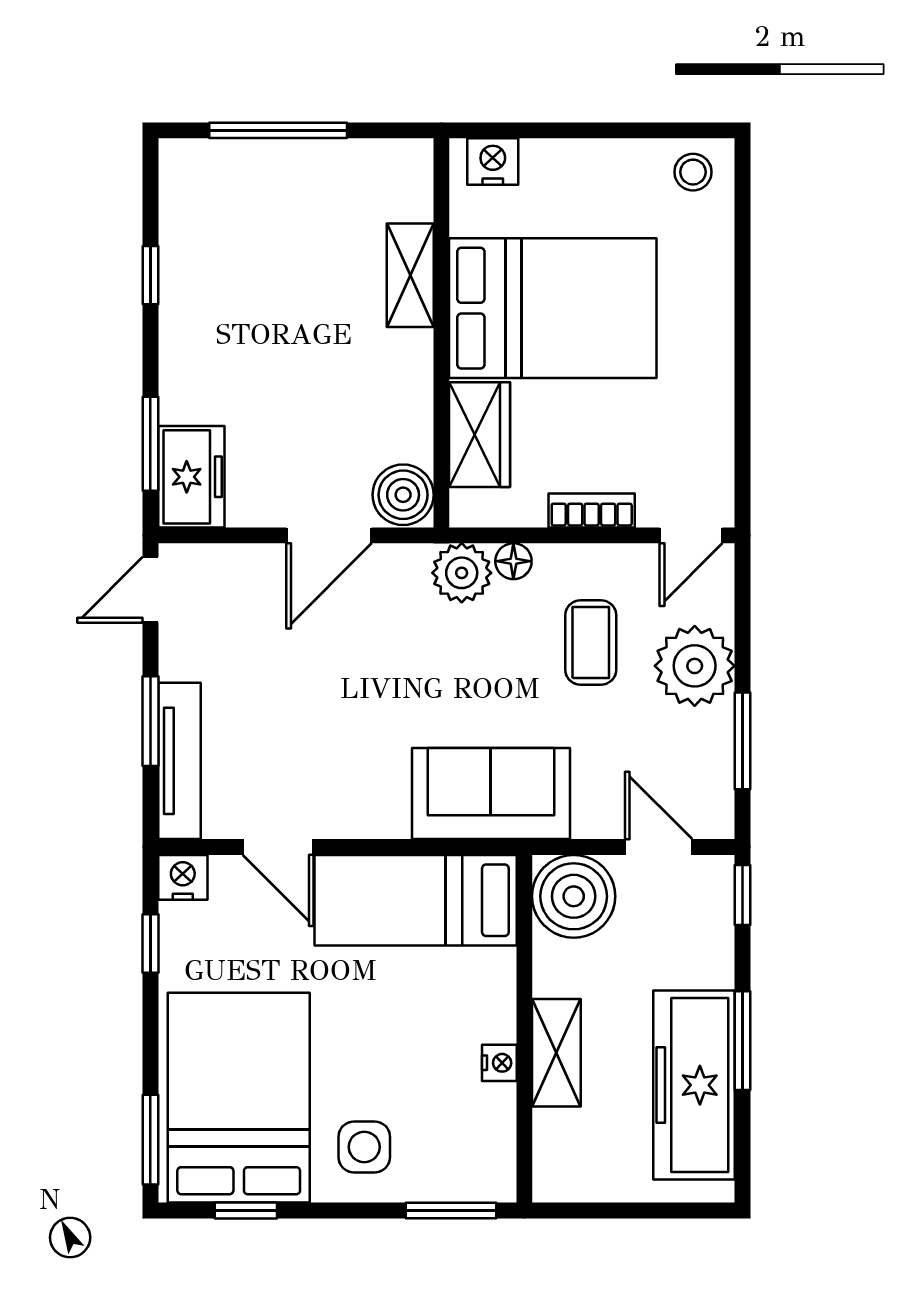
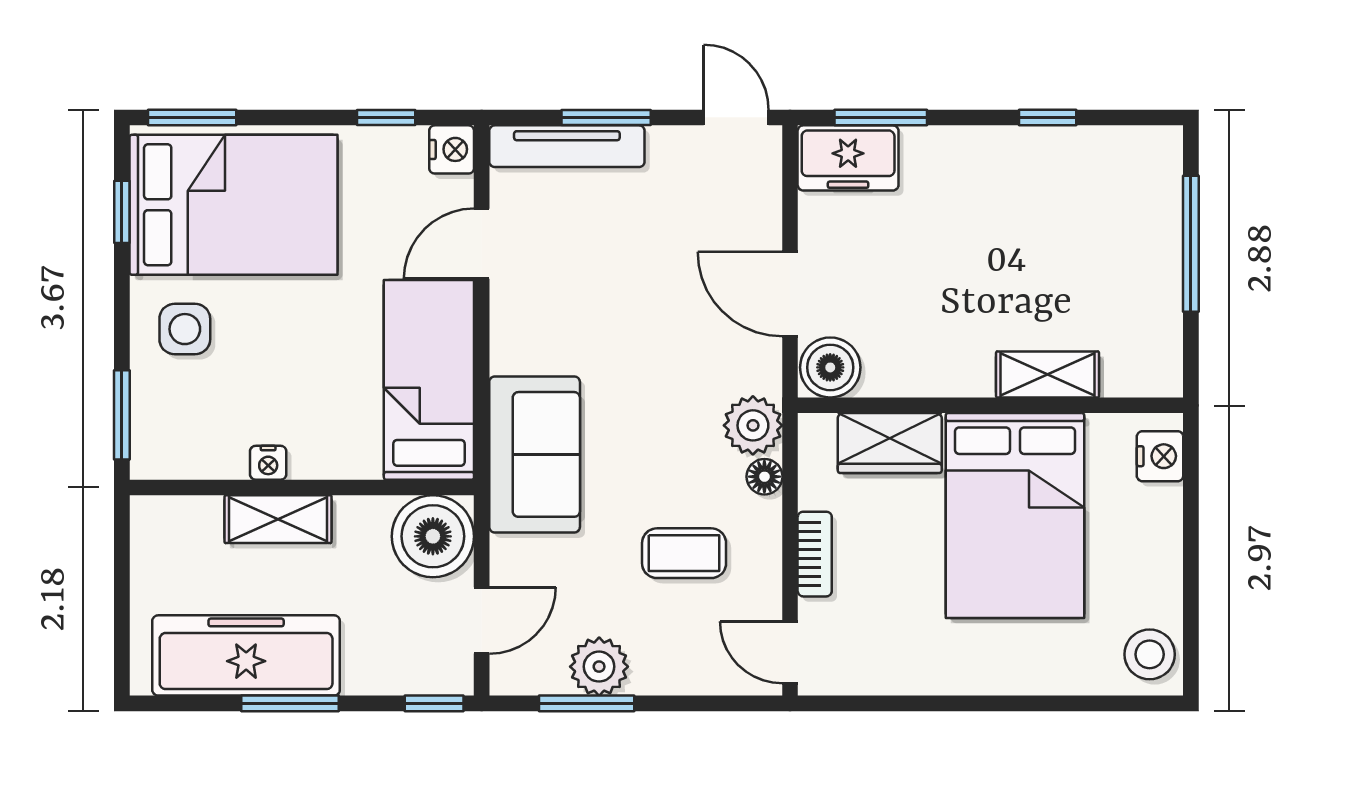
stool: (693, 172) -> (1150, 654), width x1.37, depth x1.37
plant: (695, 666) -> (599, 667), moved, width x0.73, depth x0.73

